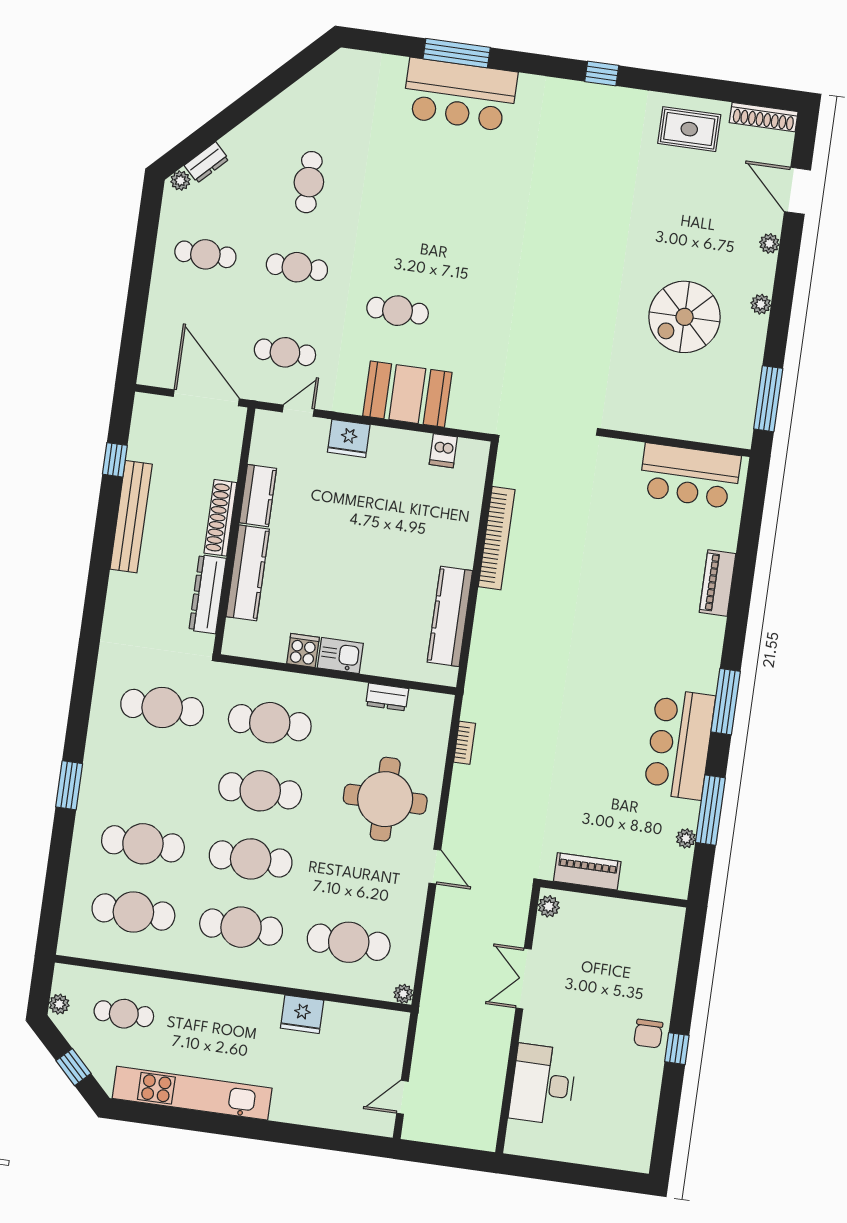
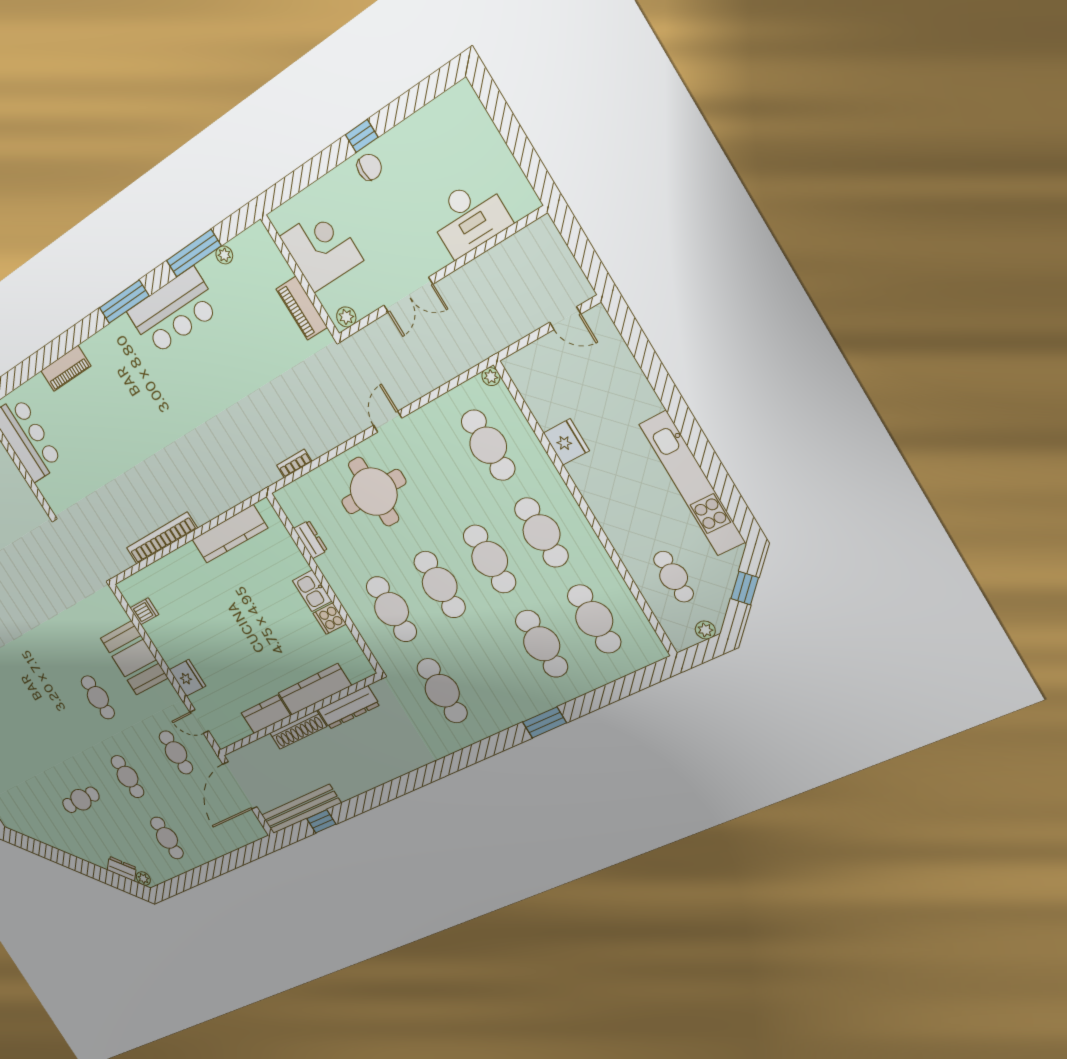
bench: (131, 517) -> (301, 809), moved
corner desk: (620, 934) -> (321, 248), added

